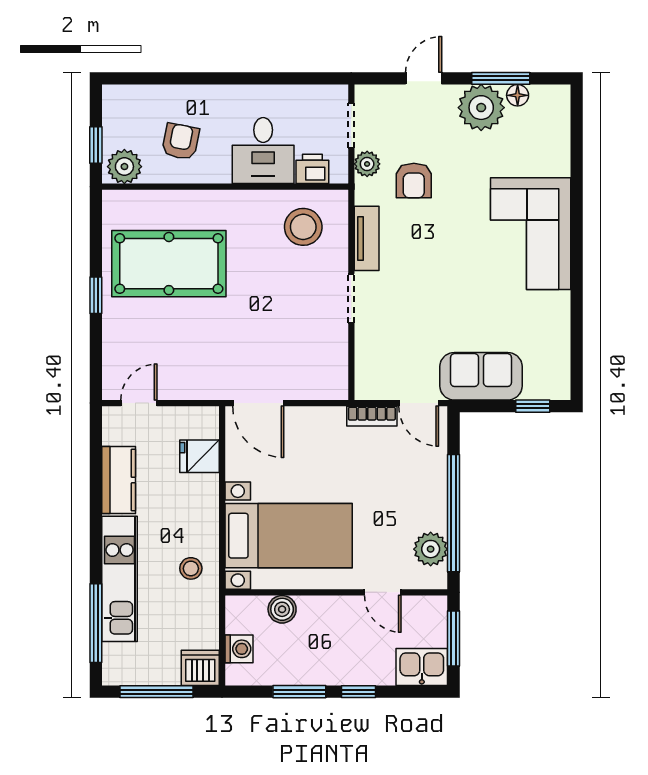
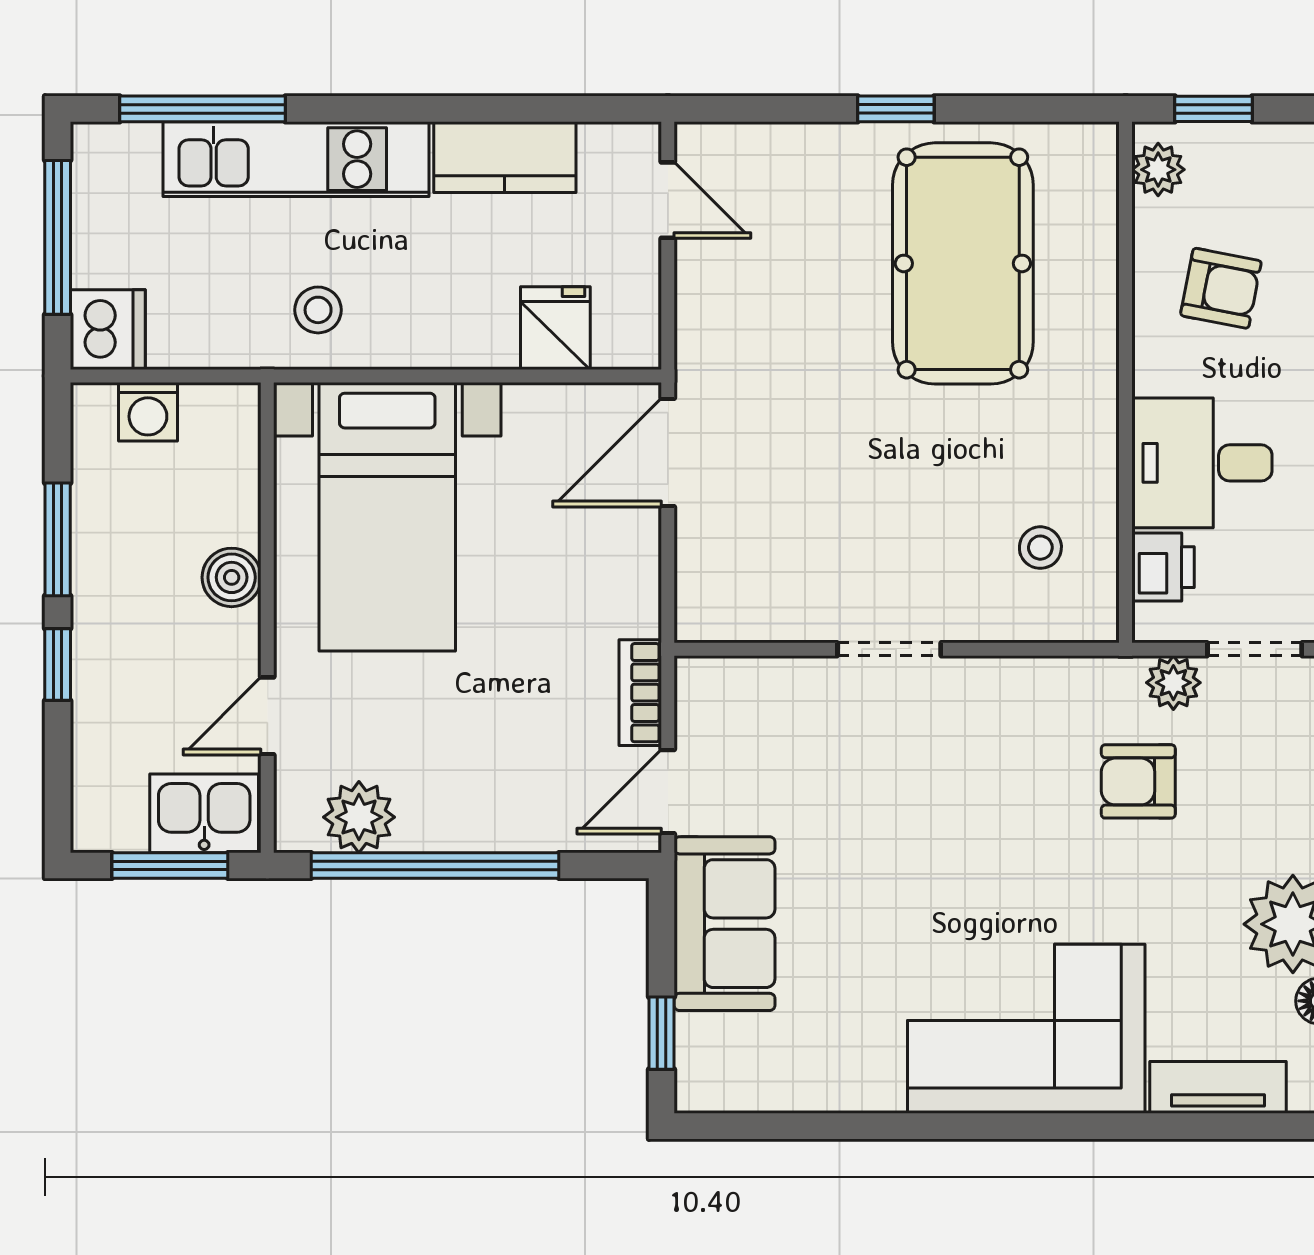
plant: (124, 167) -> (1158, 170), width x0.73, depth x0.73
stool: (303, 227) -> (1040, 548), width x0.53, depth x0.53
tv unit: (367, 238) -> (1218, 1087), moved, turned 180
boiler: (282, 609) -> (232, 577), moved
kitchen sink: (422, 667) -> (204, 813), moved, turned -90

